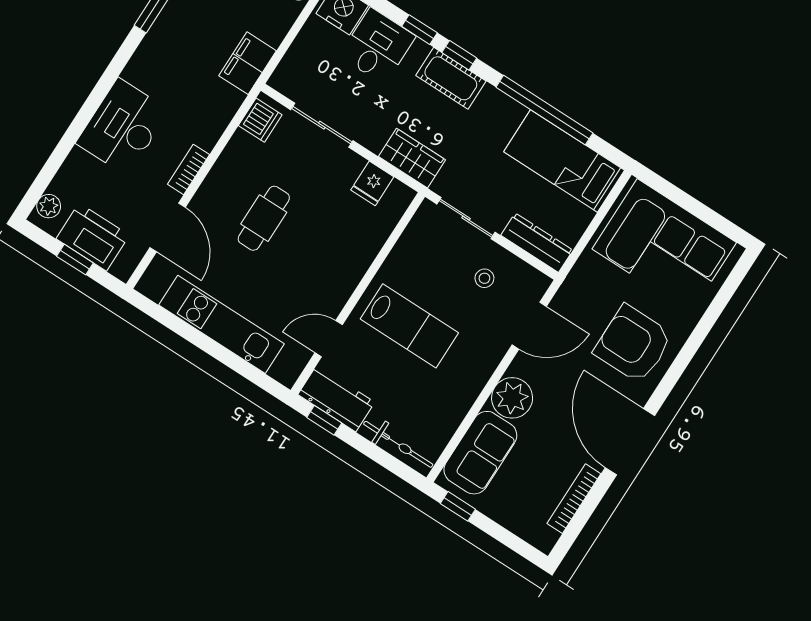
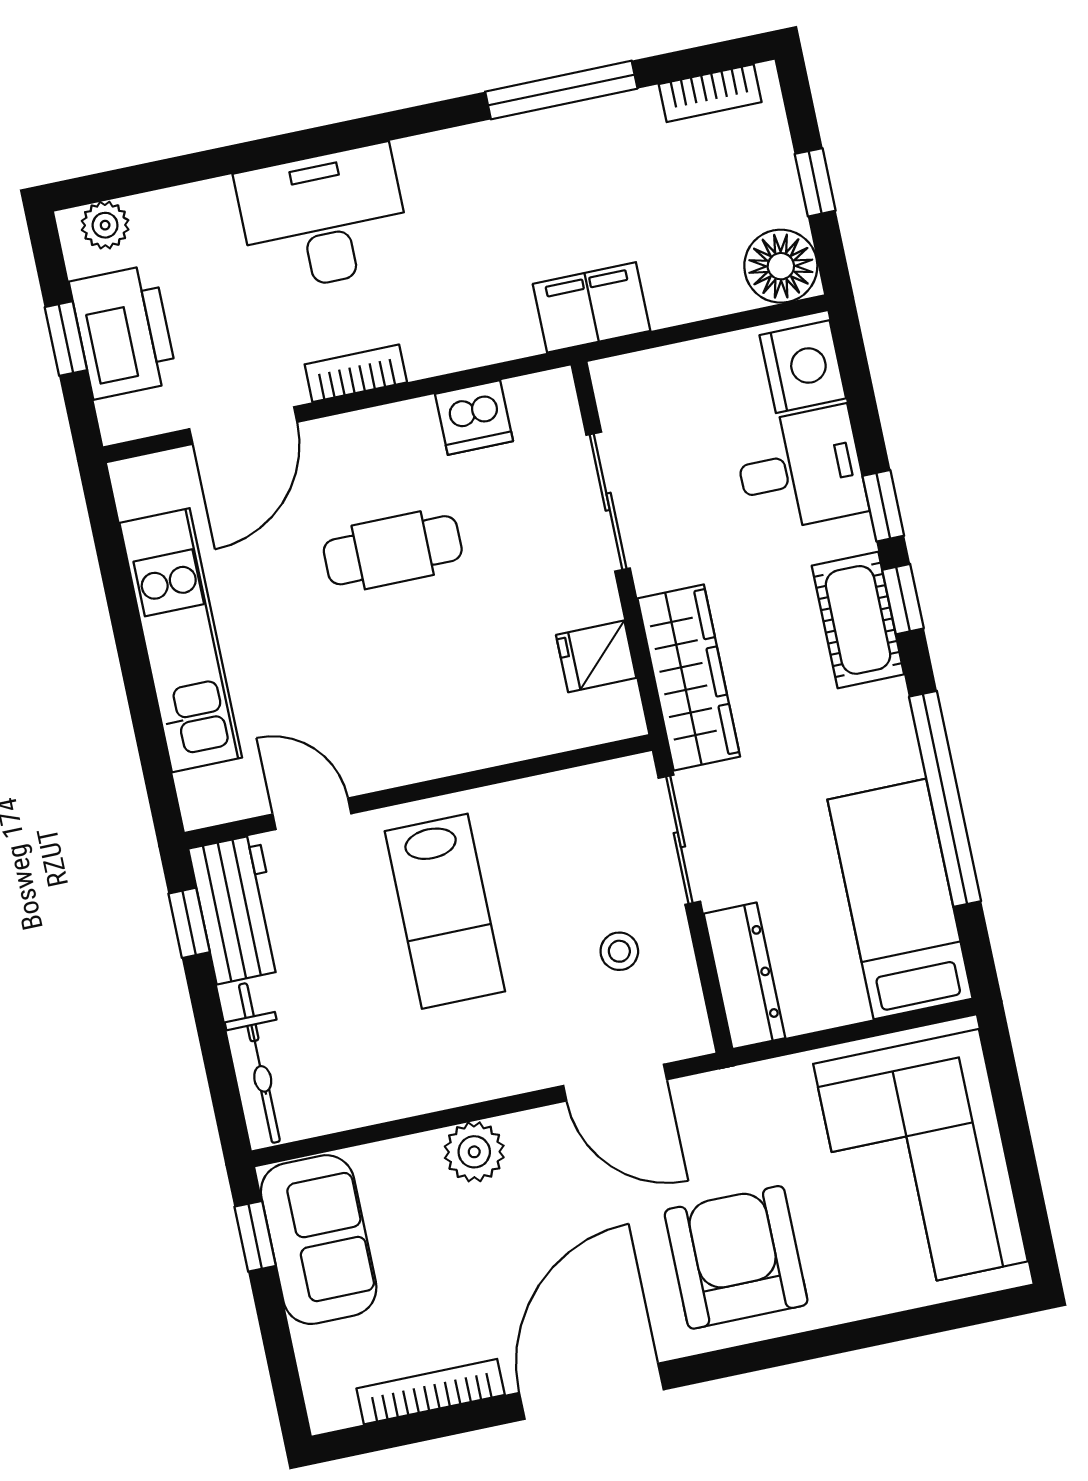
dishwasher: (260, 120) -> (474, 418), moved
wardrobe: (412, 158) -> (689, 677), width x1.50
plant: (512, 398) -> (474, 1152), width x0.73, depth x0.73
sofa: (480, 453) -> (319, 1240), moved, turned -90

